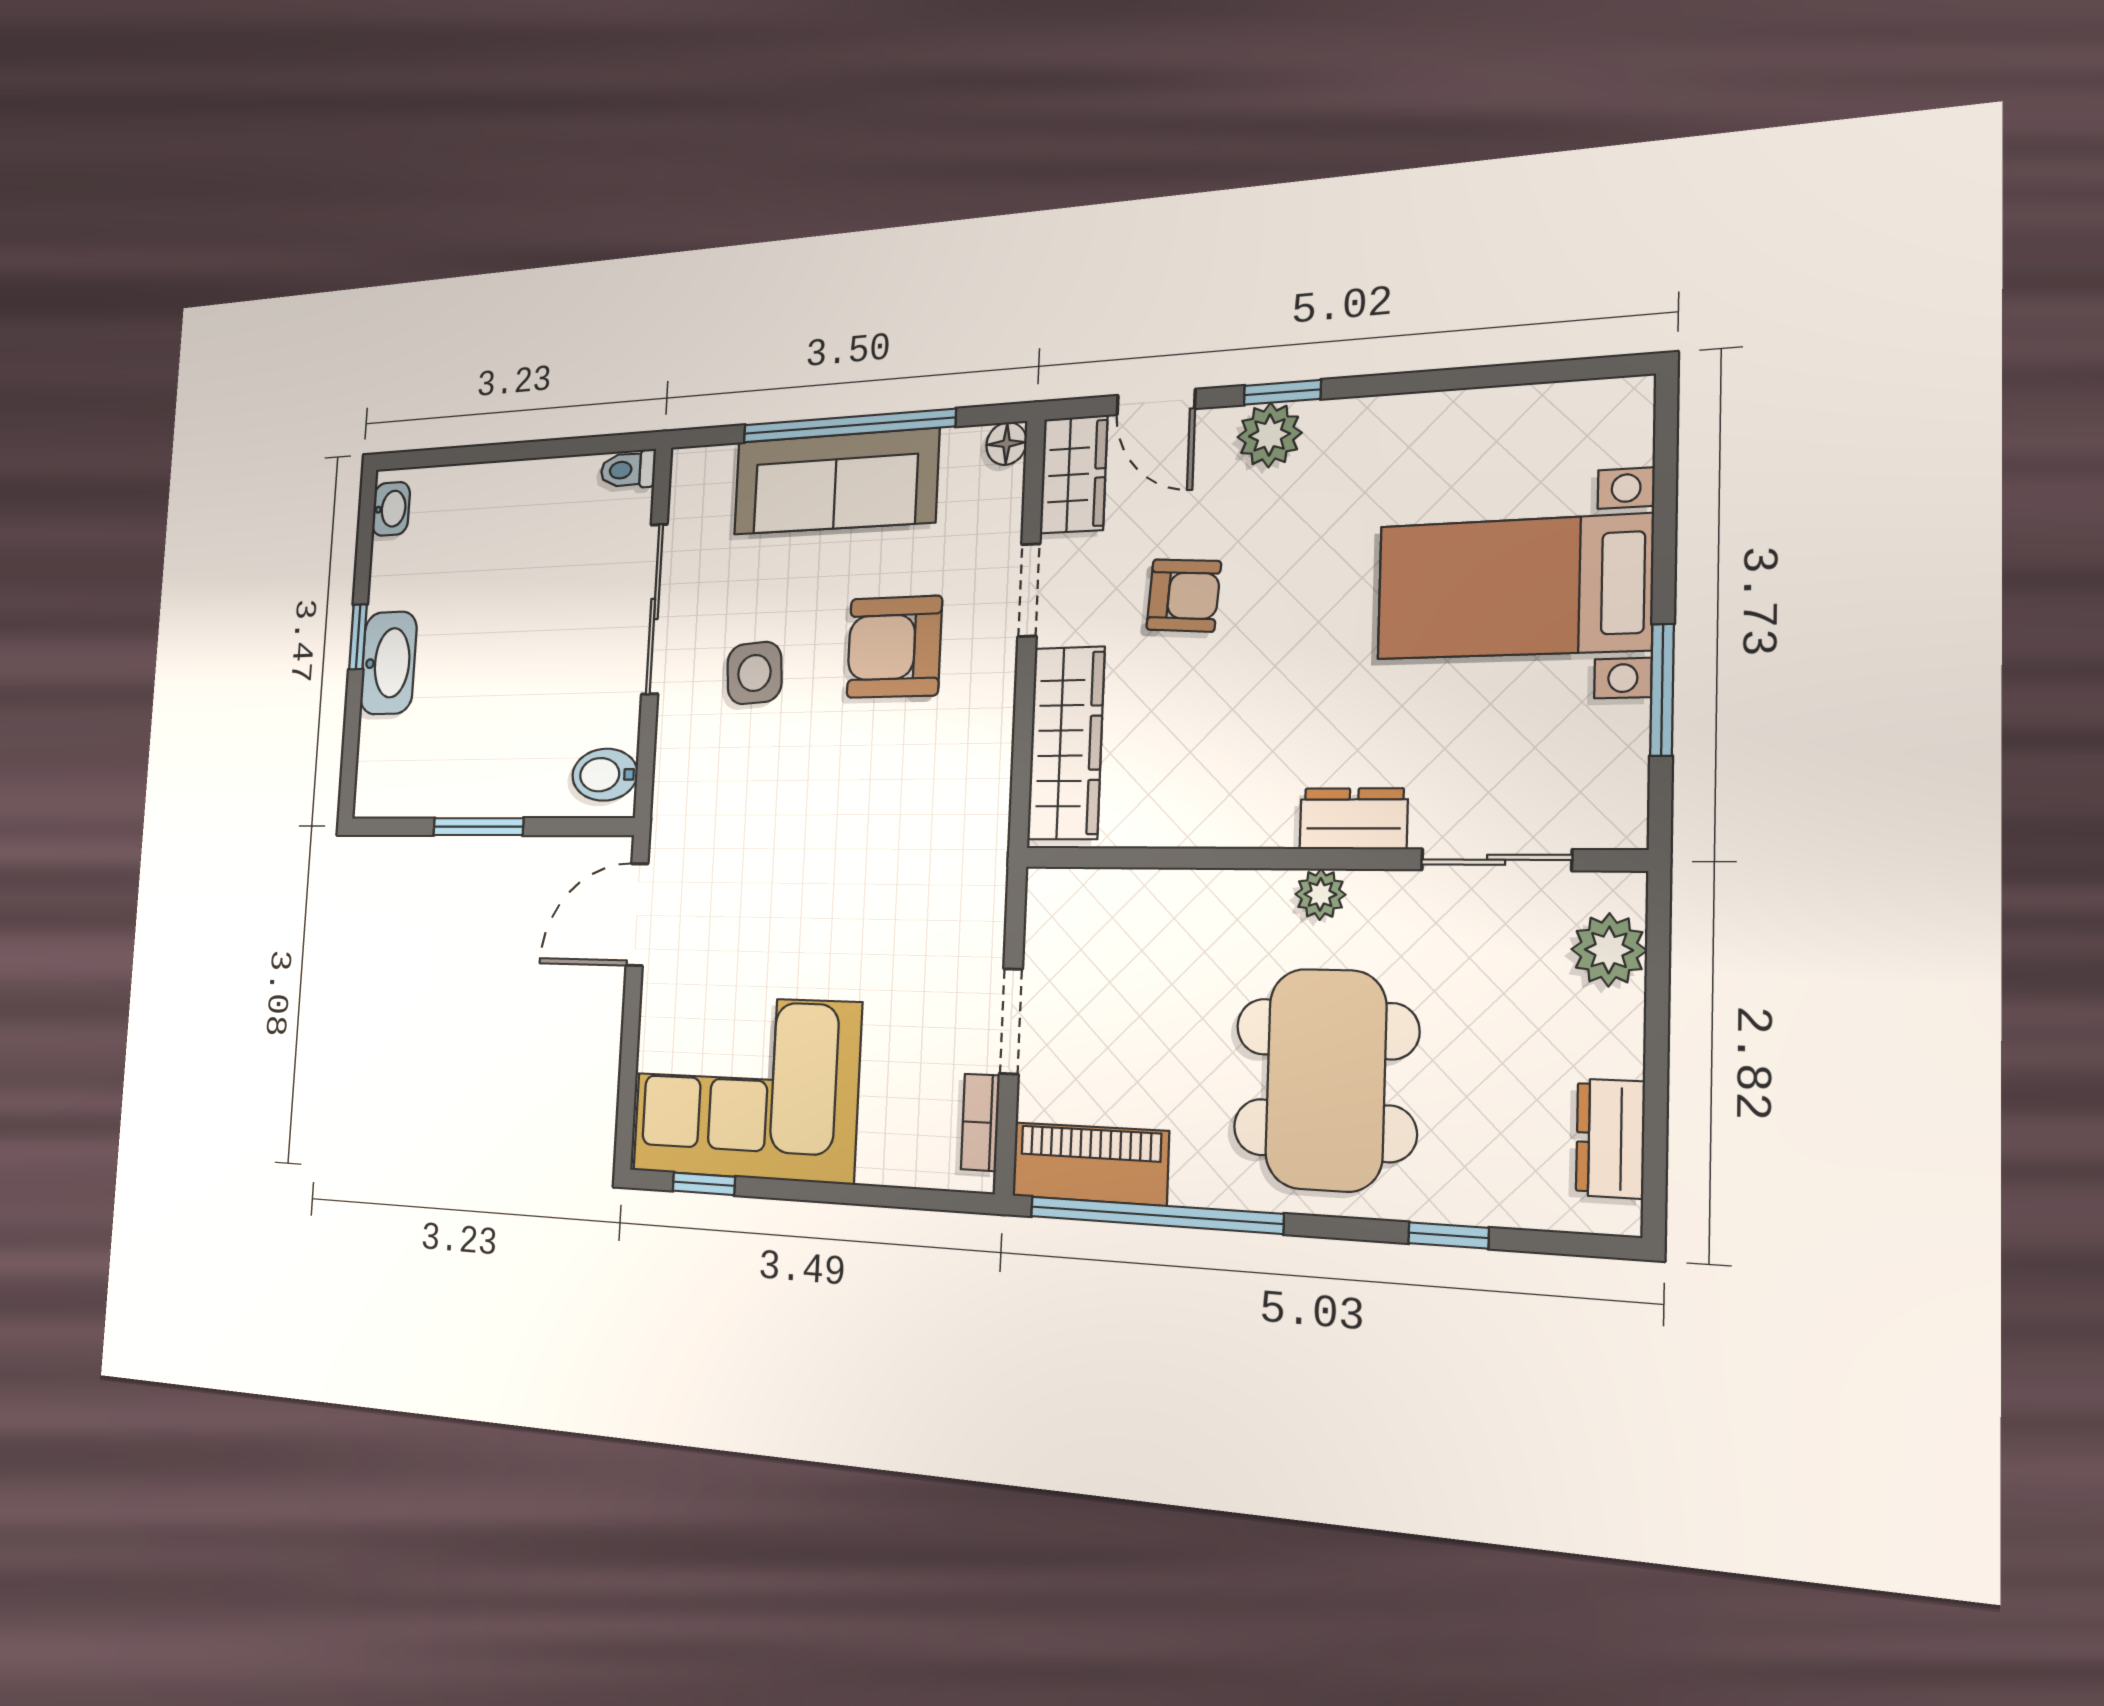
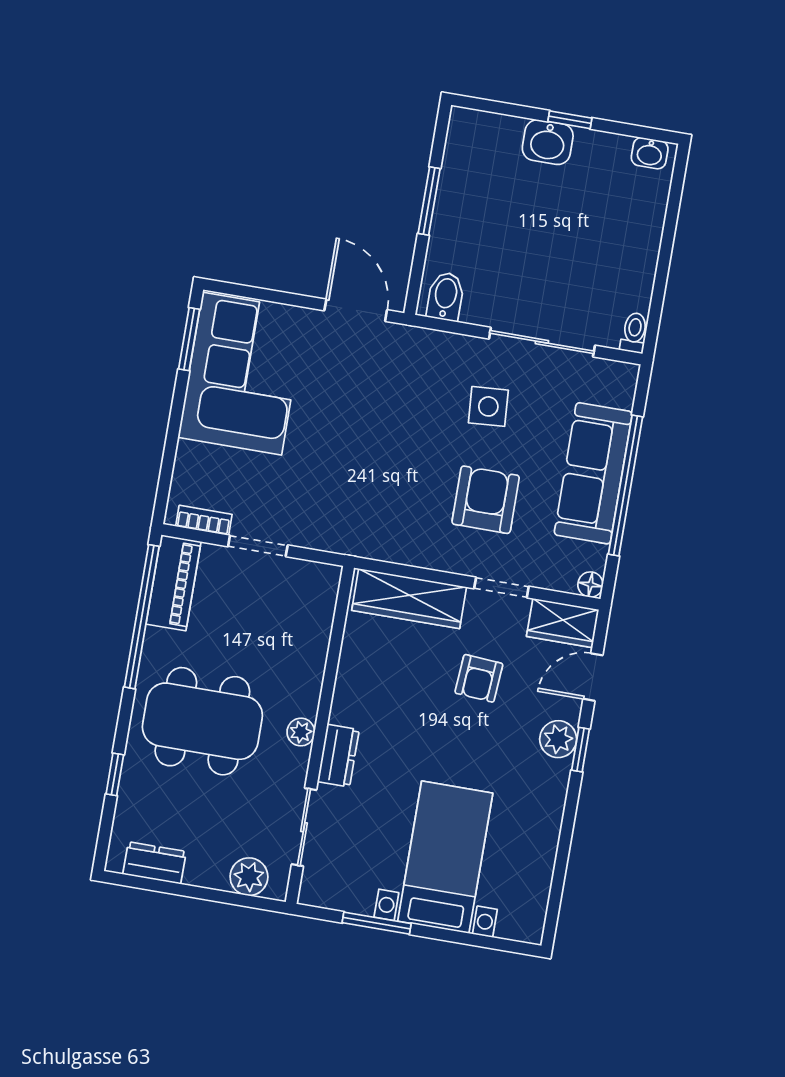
washbasin: (388, 663) -> (548, 142), width x0.72
window: (704, 1184) -> (189, 339), width x1.50

